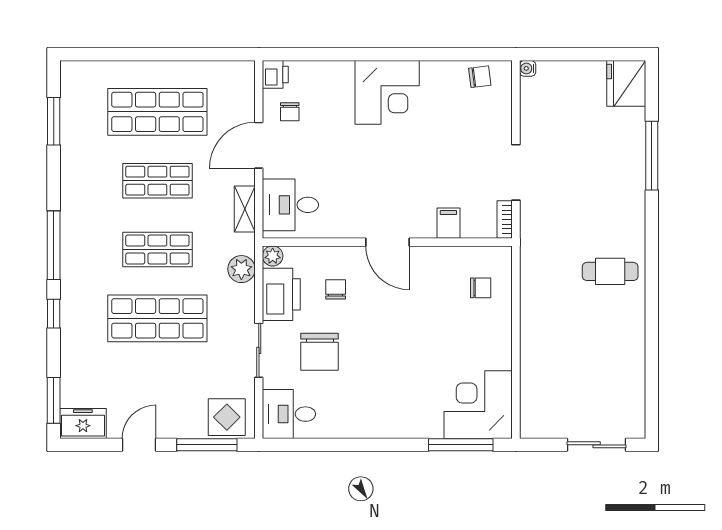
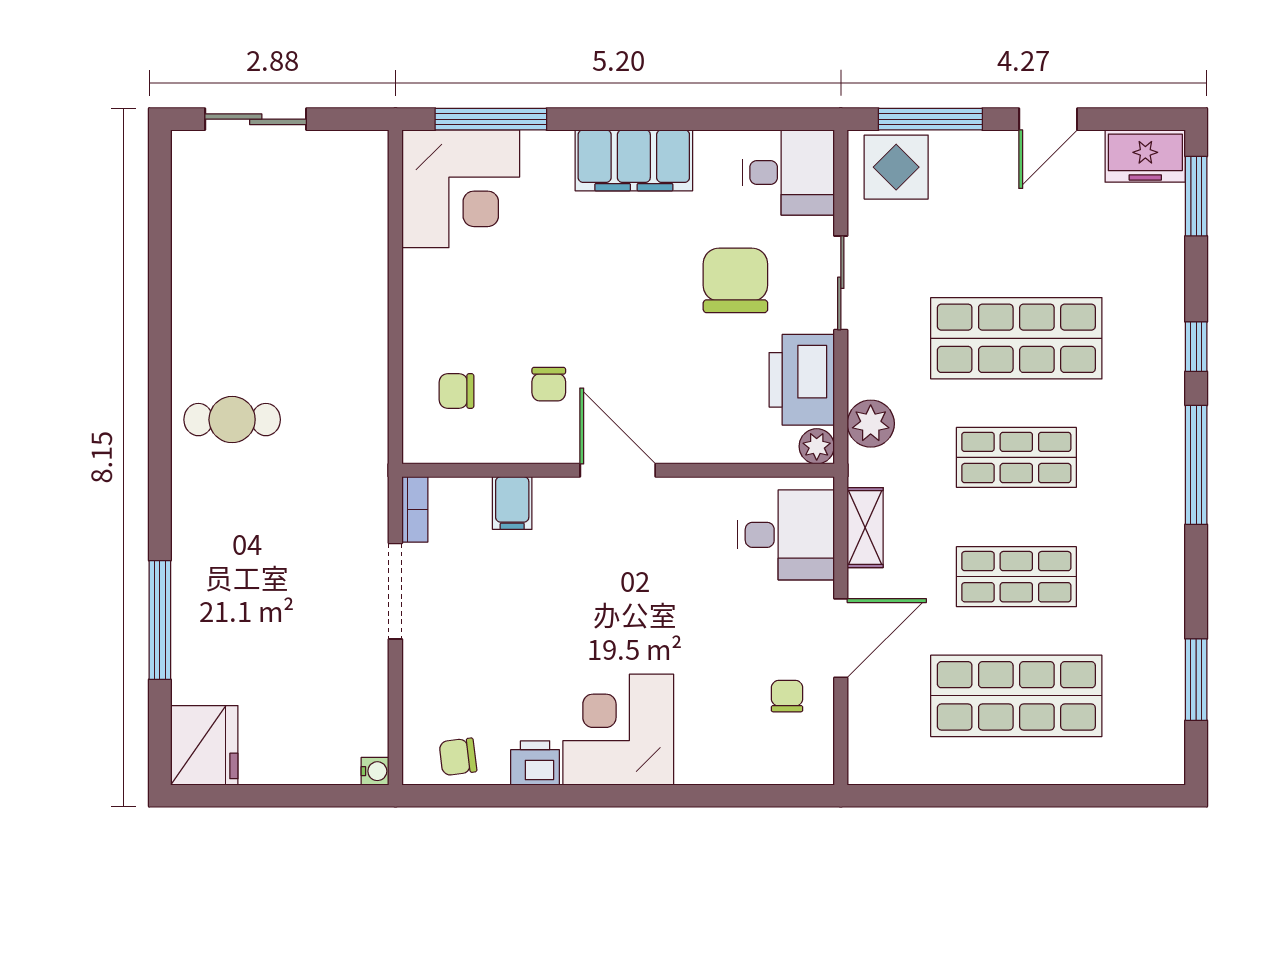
printer: (275, 74) -> (535, 763), moved, turned 90
chair: (336, 289) -> (549, 384), moved
filing cabinet: (378, 421) -> (634, 160), added

